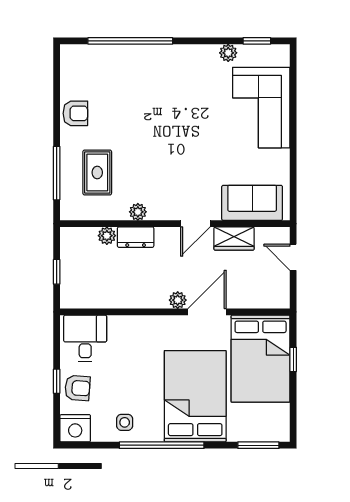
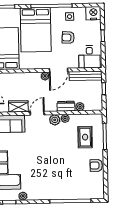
plant: (159, 209) -> (55, 120), added
bench: (94, 299) -> (86, 76), added
door: (207, 312) -> (59, 70), moved
armchair: (77, 388) -> (68, 38), moved

